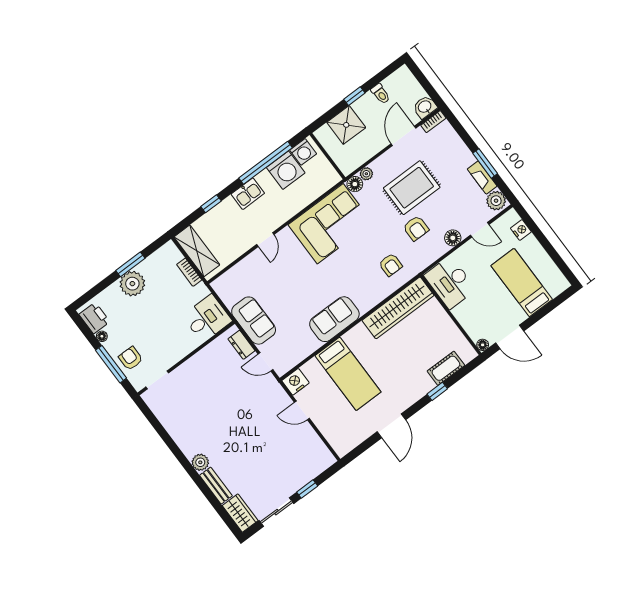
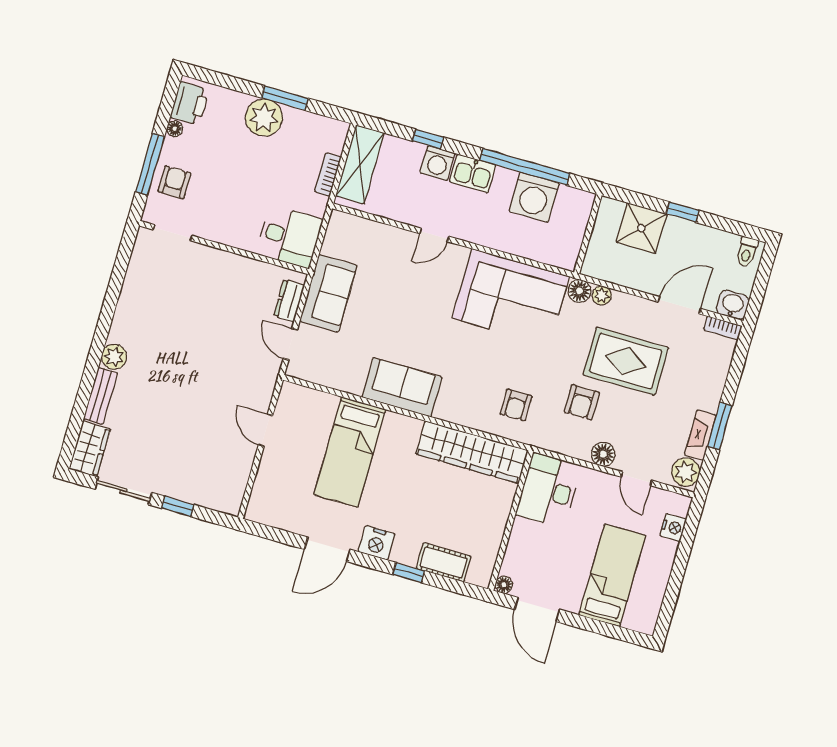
toilet: (381, 94) -> (747, 252), moved
washing machine: (303, 152) -> (438, 163), moved
nightstand: (295, 382) -> (376, 543), moved, turned 180

